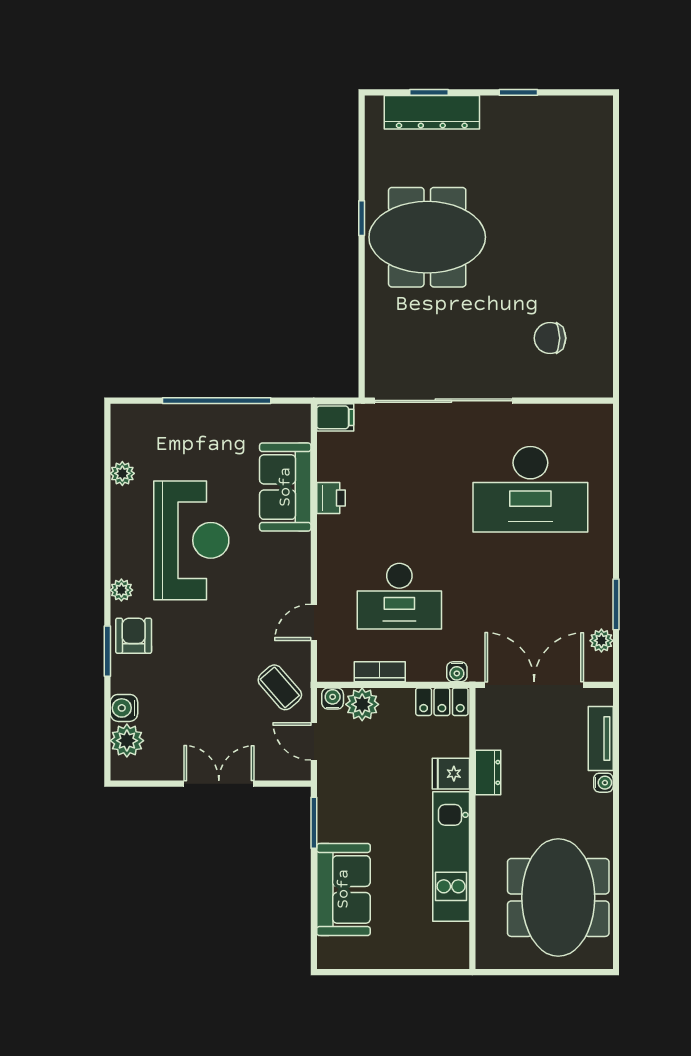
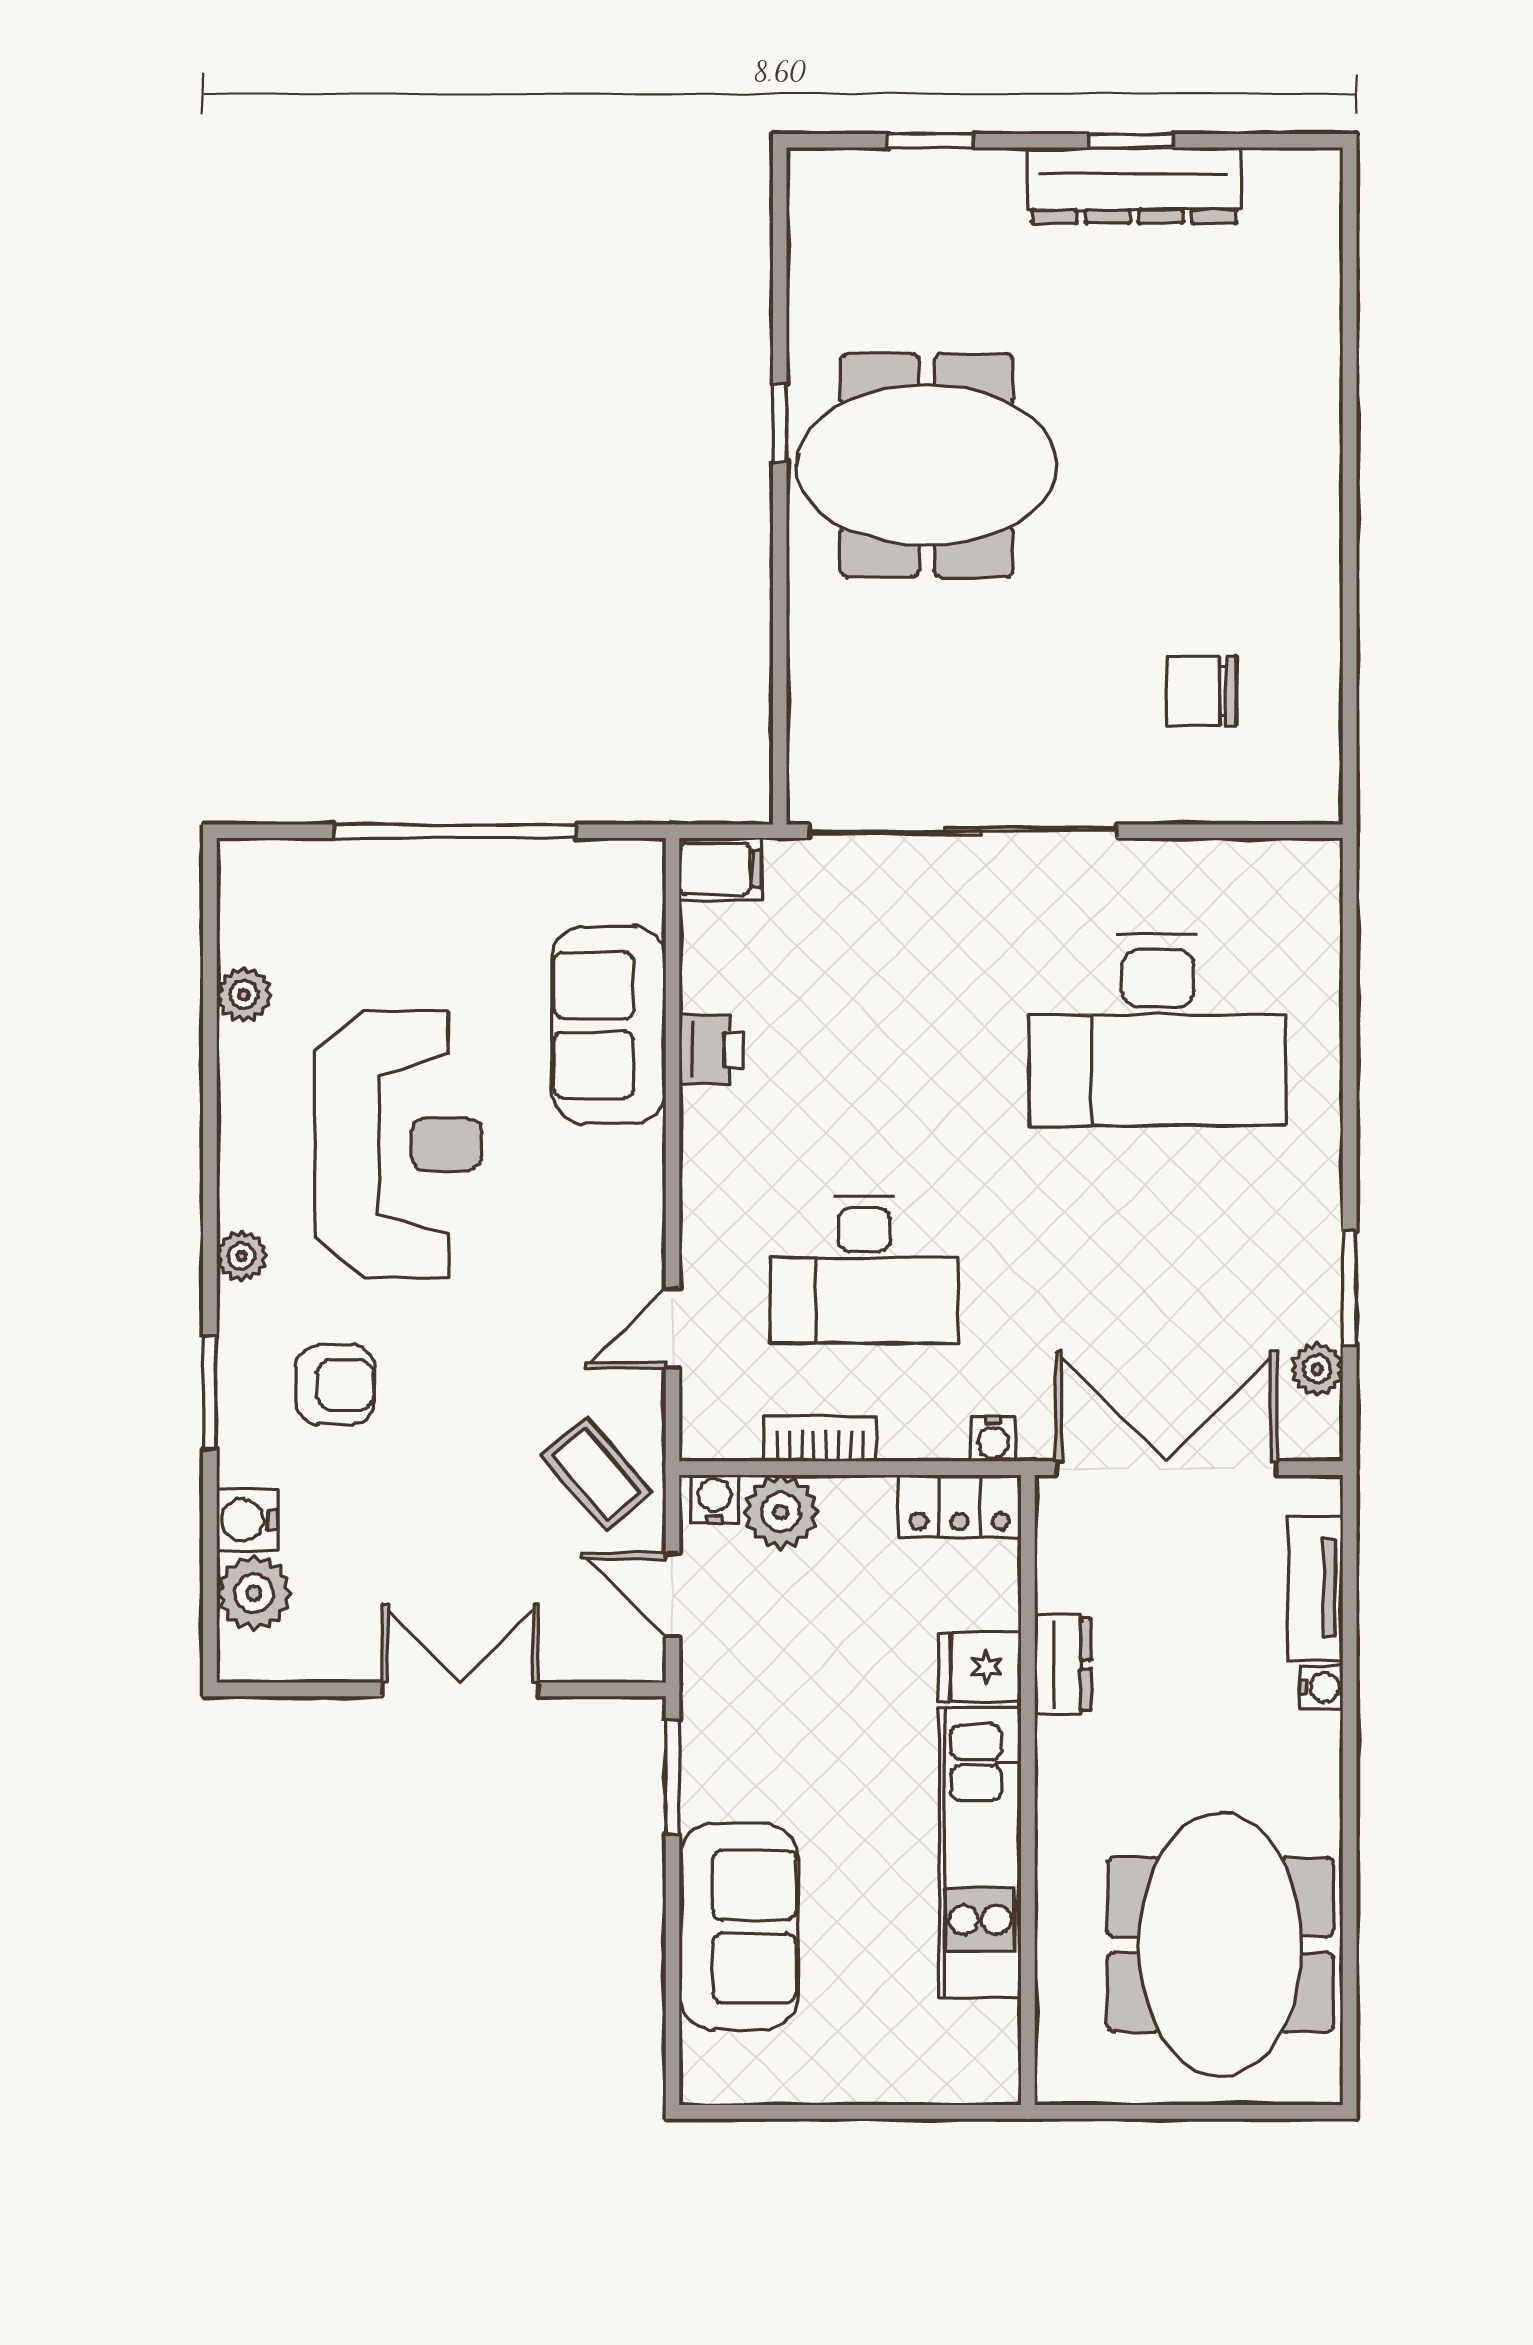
dresser: (432, 112) -> (1134, 185), moved
armchair: (134, 636) -> (335, 1385), moved, turned 90

